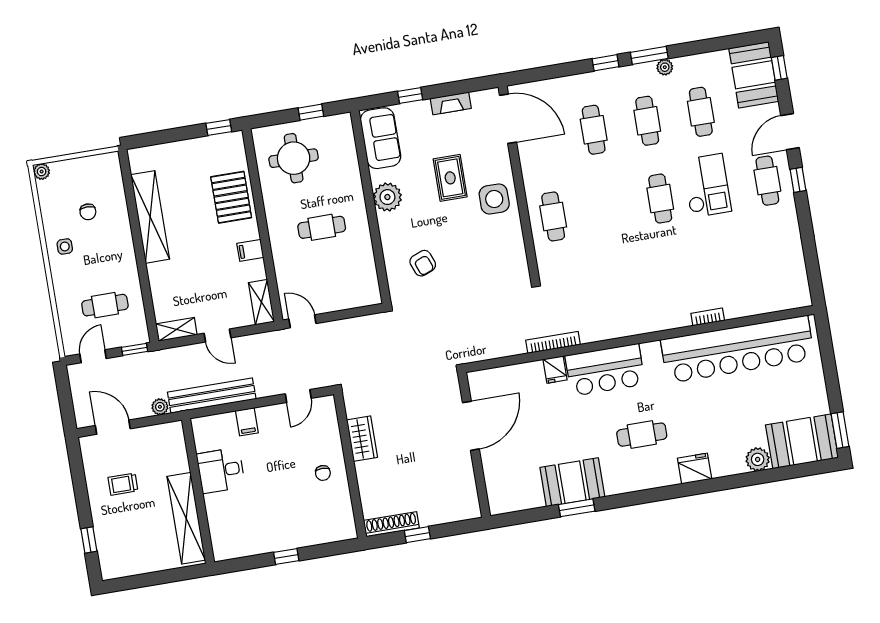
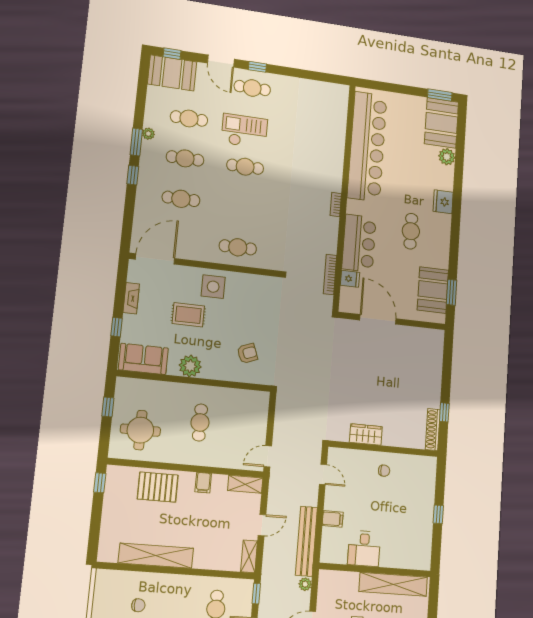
bookcase: (708, 317) -> (336, 205), moved
door: (471, 426) -> (378, 319), moved
wall: (474, 445) -> (392, 321), moved

